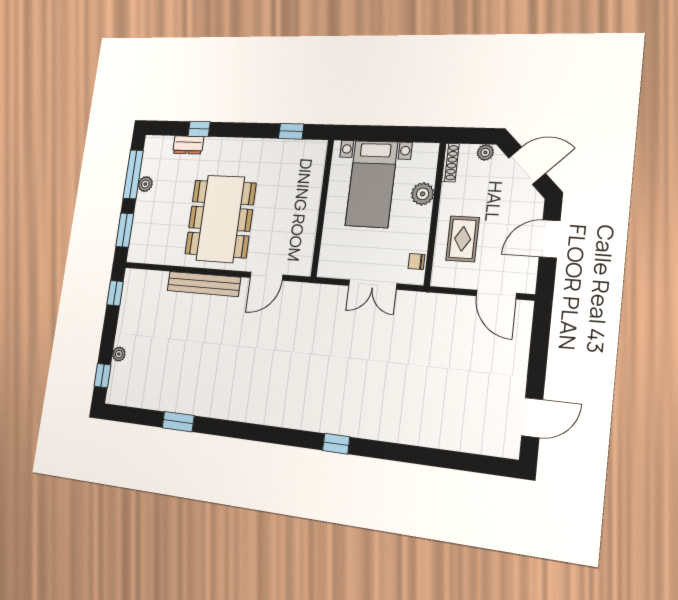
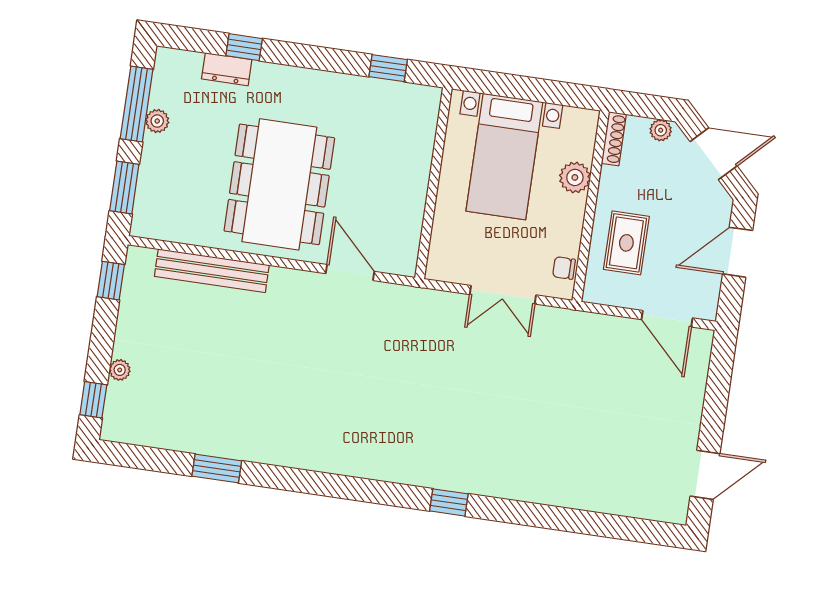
door: (266, 276) -> (350, 272), swing flipped
bench: (204, 284) -> (212, 271), moved

